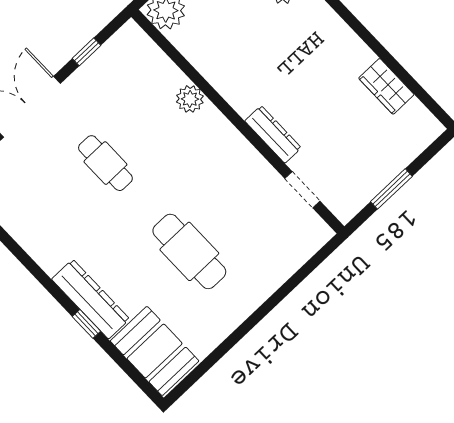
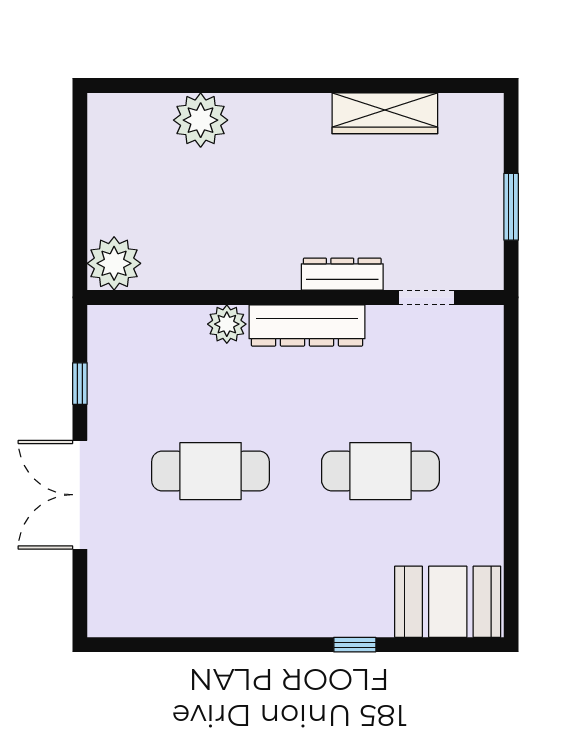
wardrobe: (386, 86) -> (385, 113), width x1.50
cafe table: (105, 163) -> (211, 471), width x1.37, depth x1.35
dresser: (91, 299) -> (307, 325), moved, turned 180

